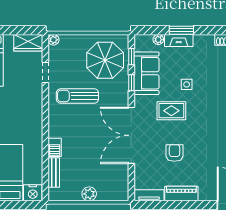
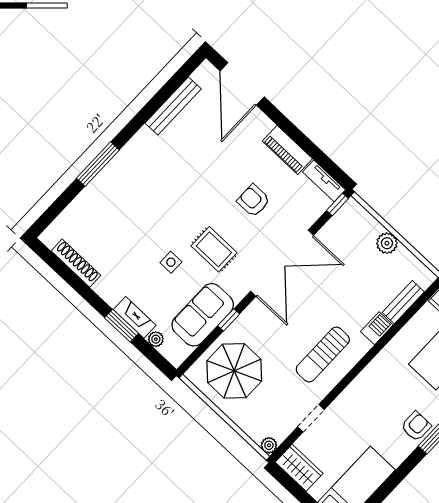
window: (131, 57) -> (337, 204), moved
sun lounger: (77, 96) -> (323, 354), moved, turned 90
armchair: (175, 153) -> (254, 201), turned 90

